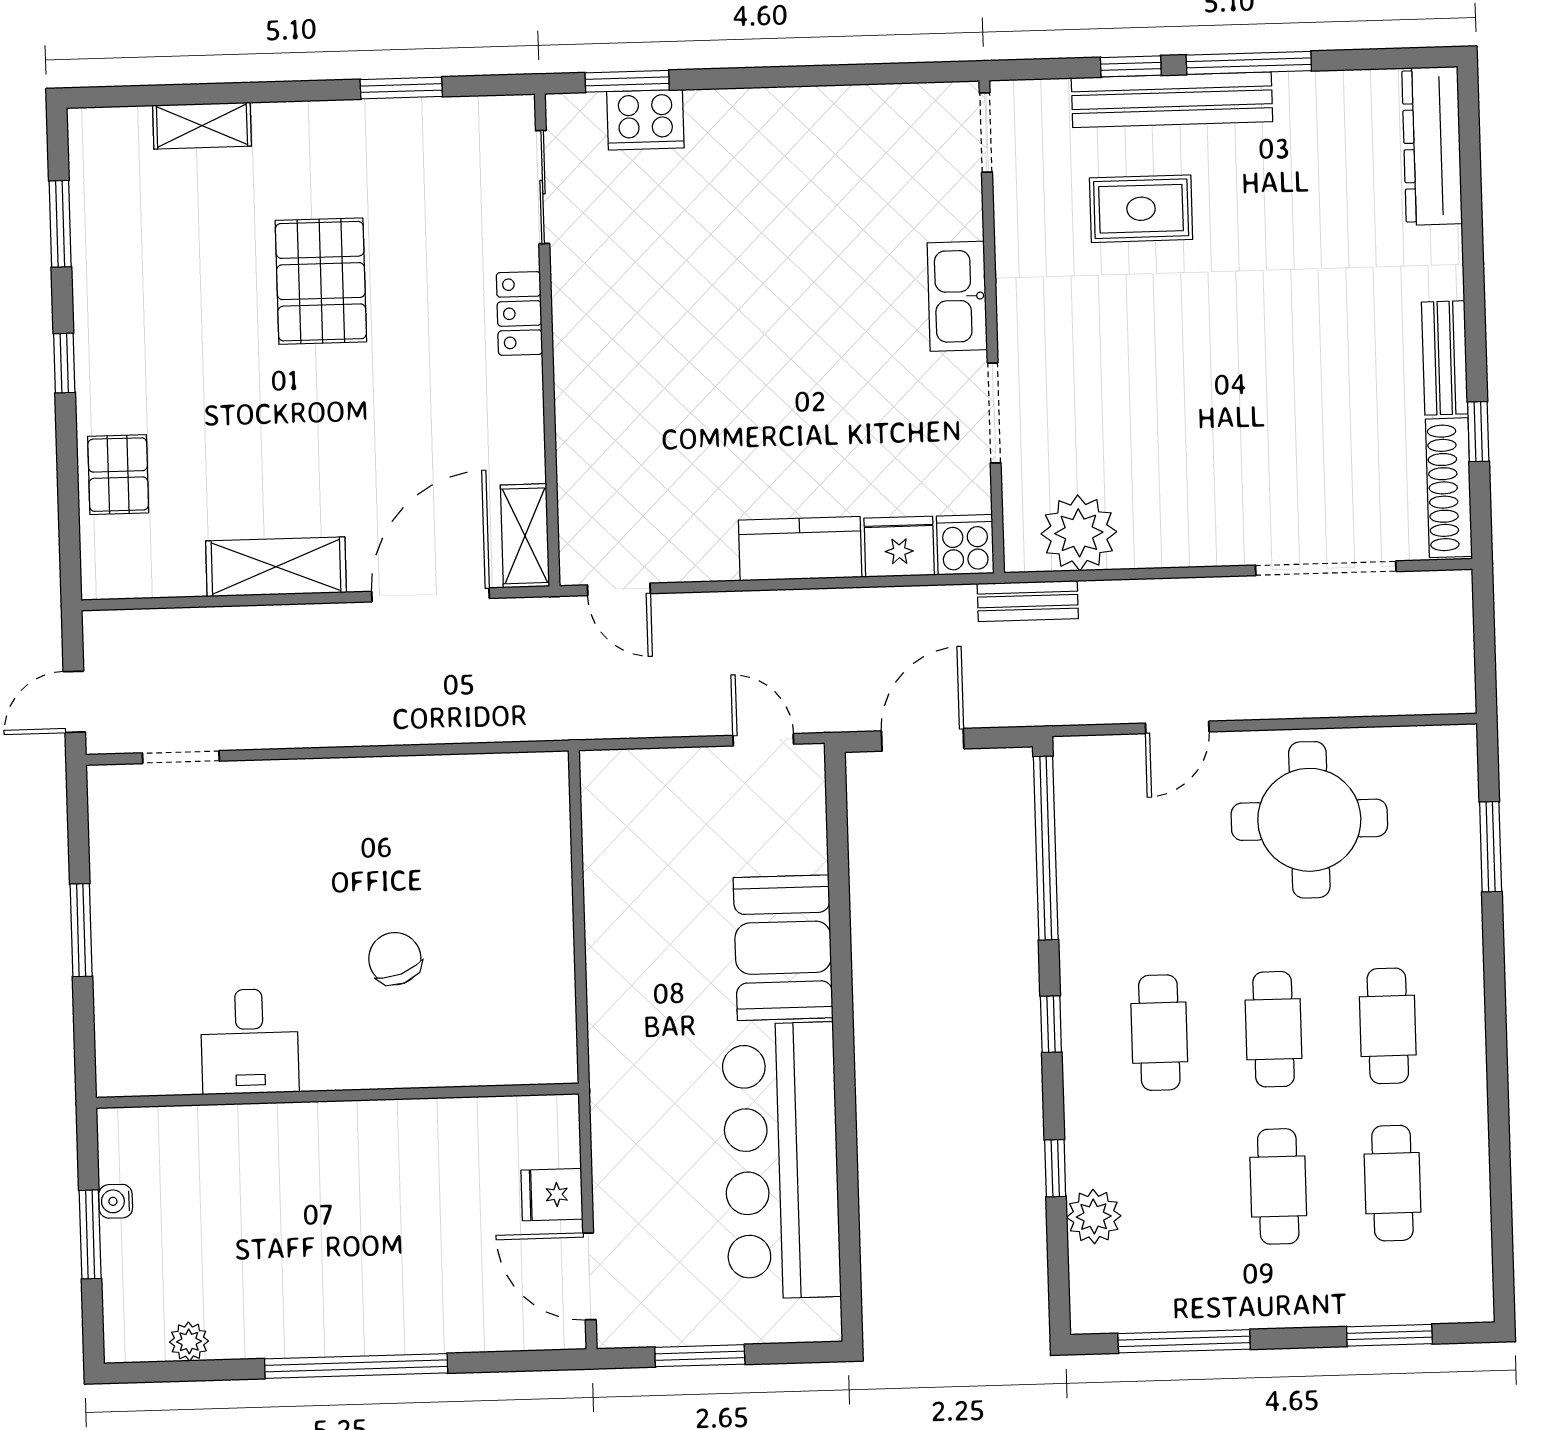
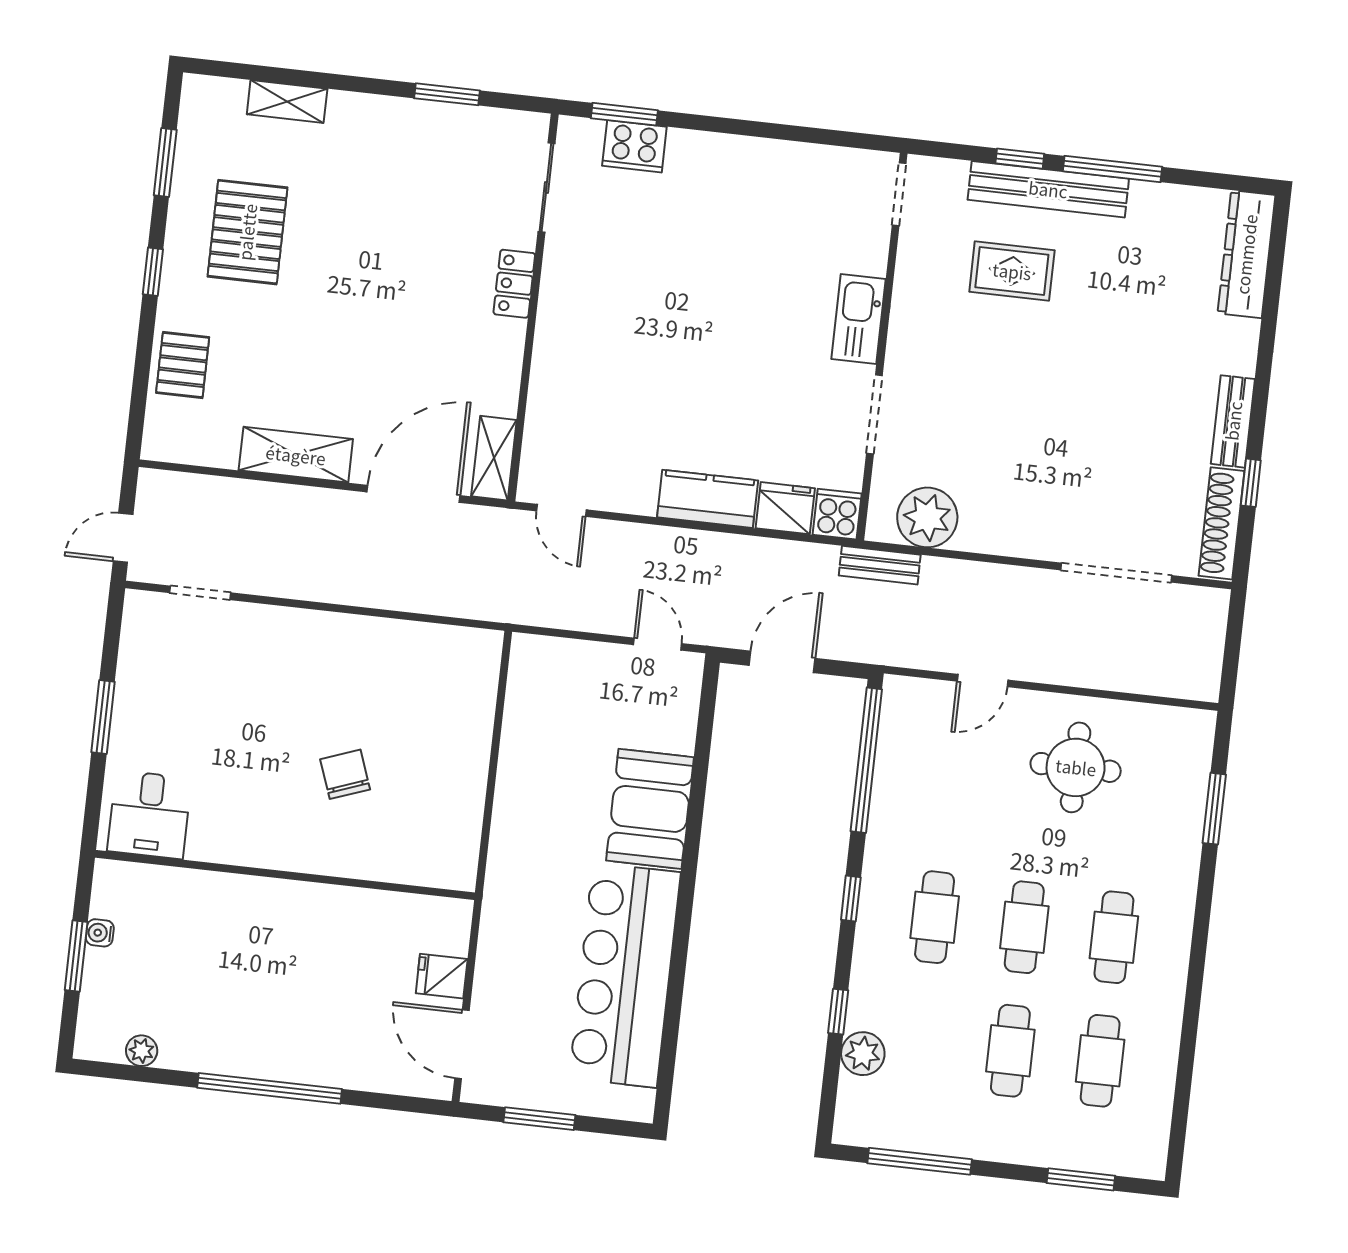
pallet: (321, 281) -> (247, 232), moved
round table: (1309, 820) -> (1076, 767), width x0.73, depth x0.73
desk: (250, 1041) -> (149, 815), moved

